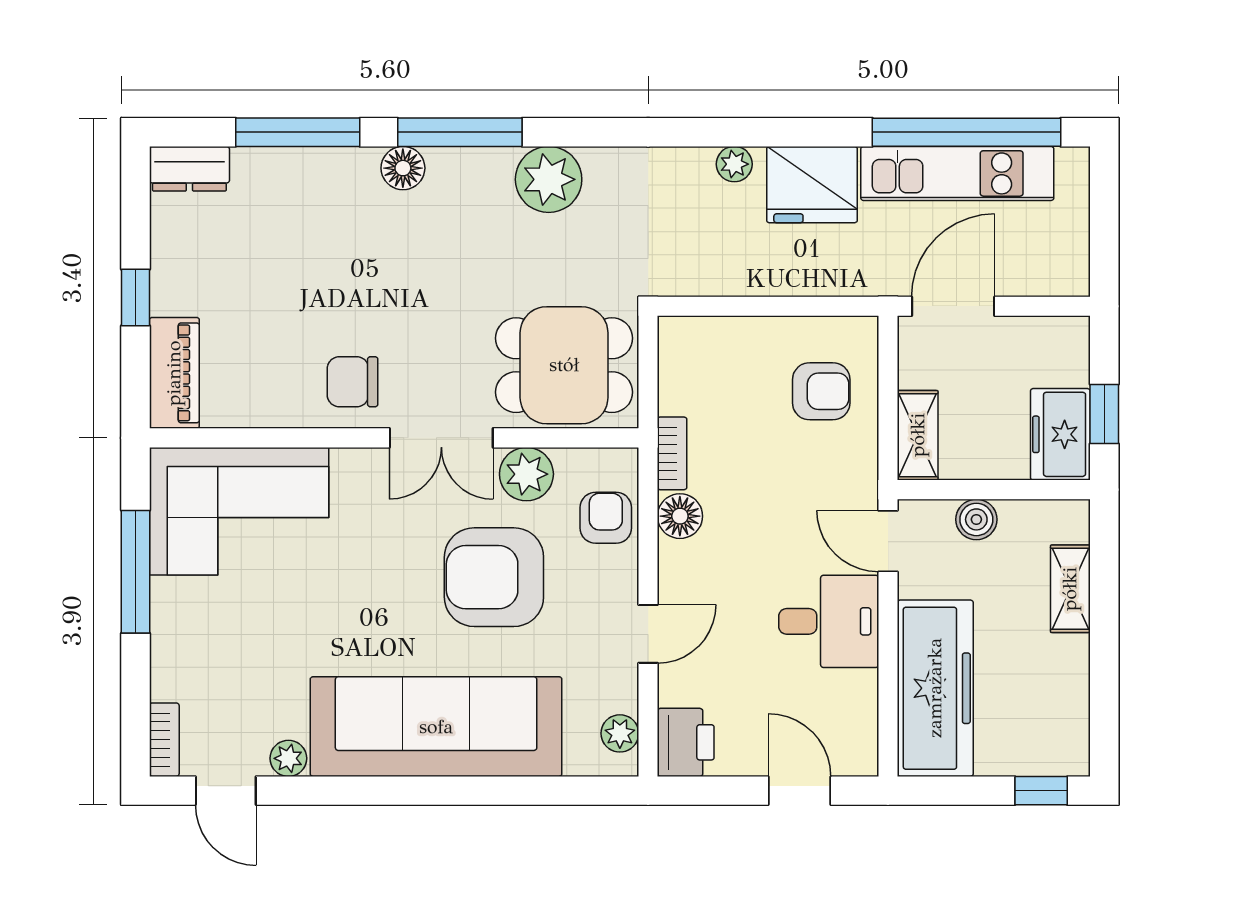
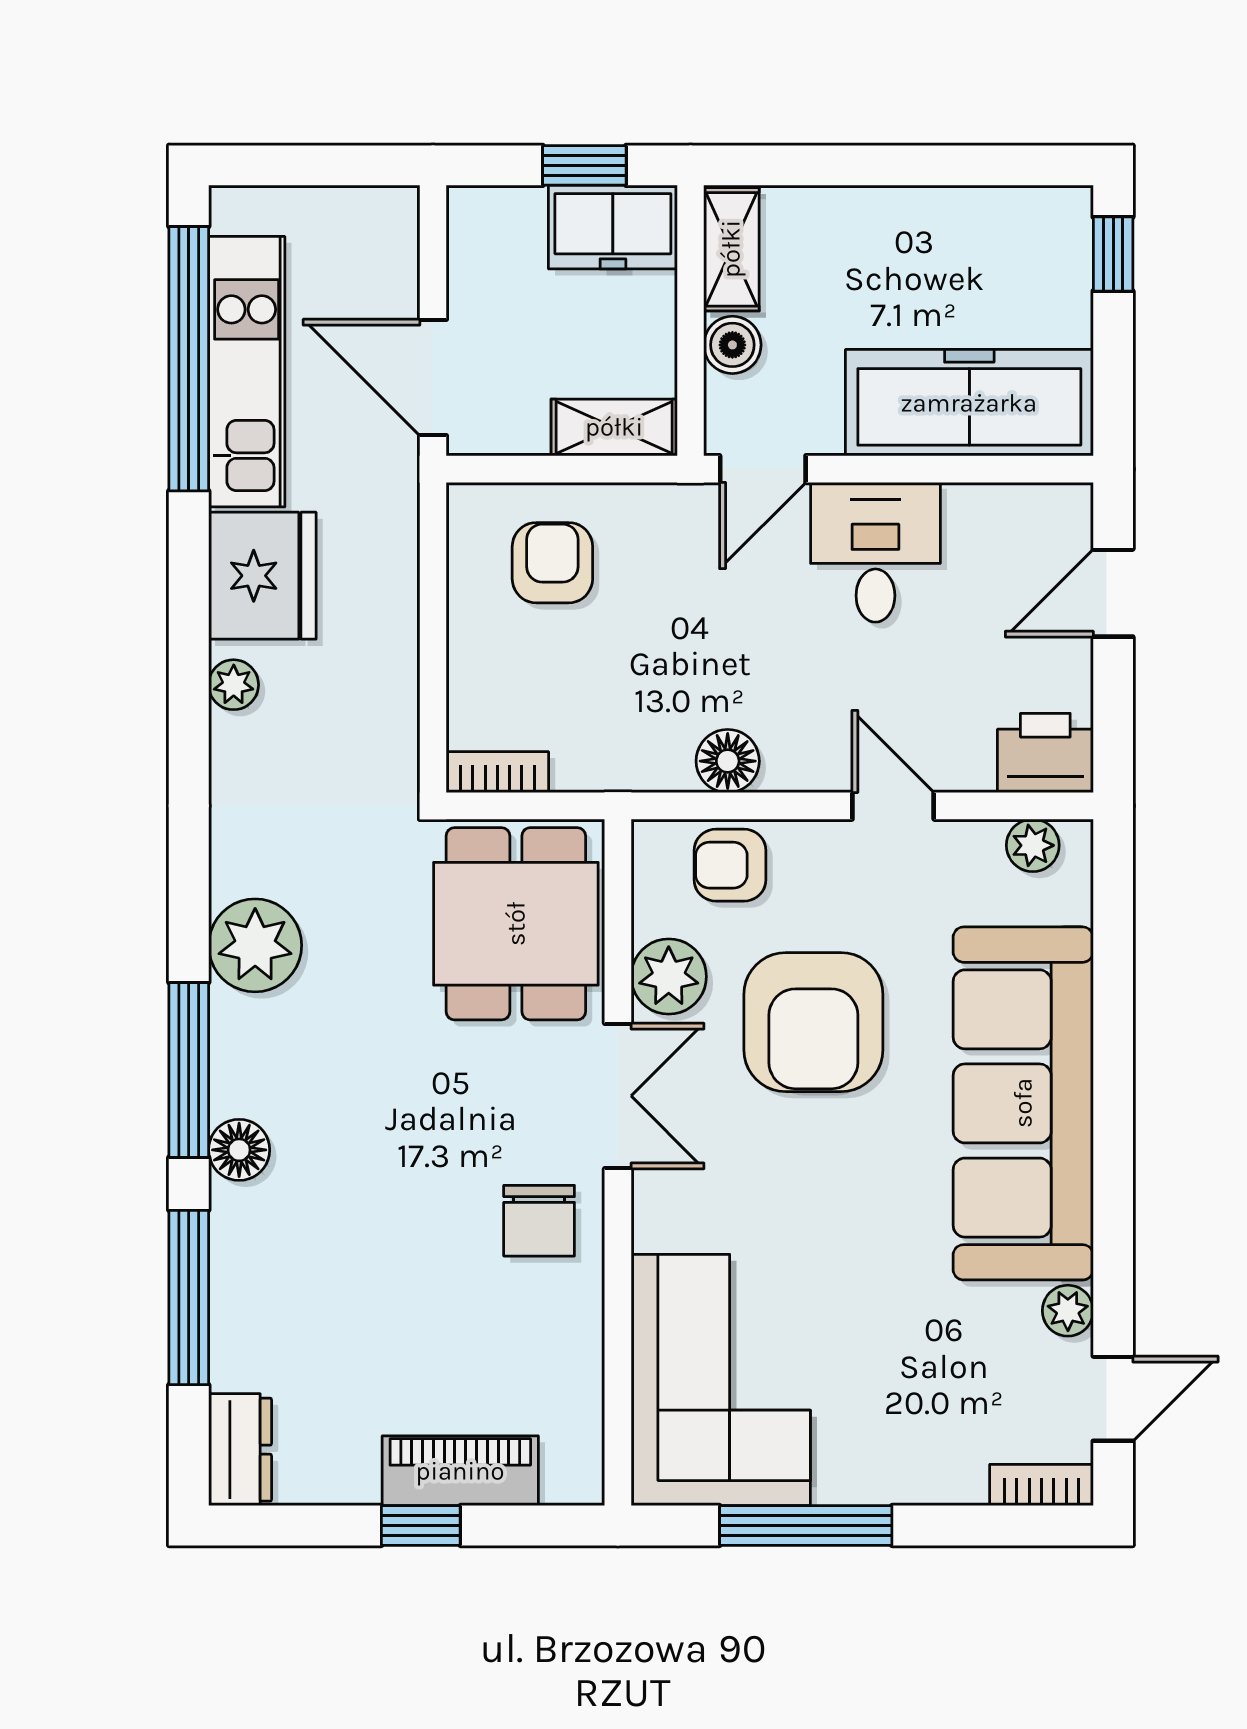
piano: (174, 373) -> (460, 1471), moved
bookcase: (672, 453) -> (497, 772), moved
shelving: (1070, 589) -> (731, 249), moved, turned 90

